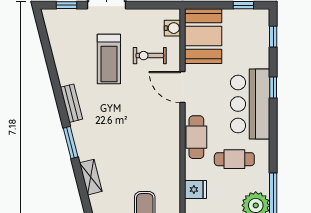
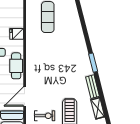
door: (183, 87) -> (25, 96), swing flipped
shelving: (91, 177) -> (98, 108), moved

